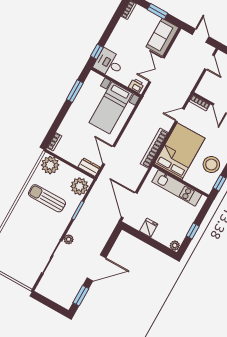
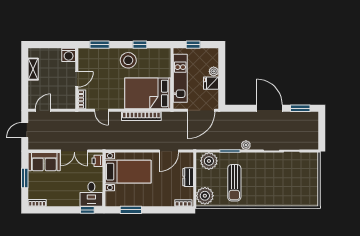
bed: (180, 151) -> (148, 93), moved
dresser: (89, 167) -> (188, 177), moved
wall: (181, 181) -> (172, 78), moved
kitchen unit: (177, 188) -> (180, 78), moved
plant: (69, 239) -> (246, 145), moved
plant: (175, 246) -> (214, 71), moved

